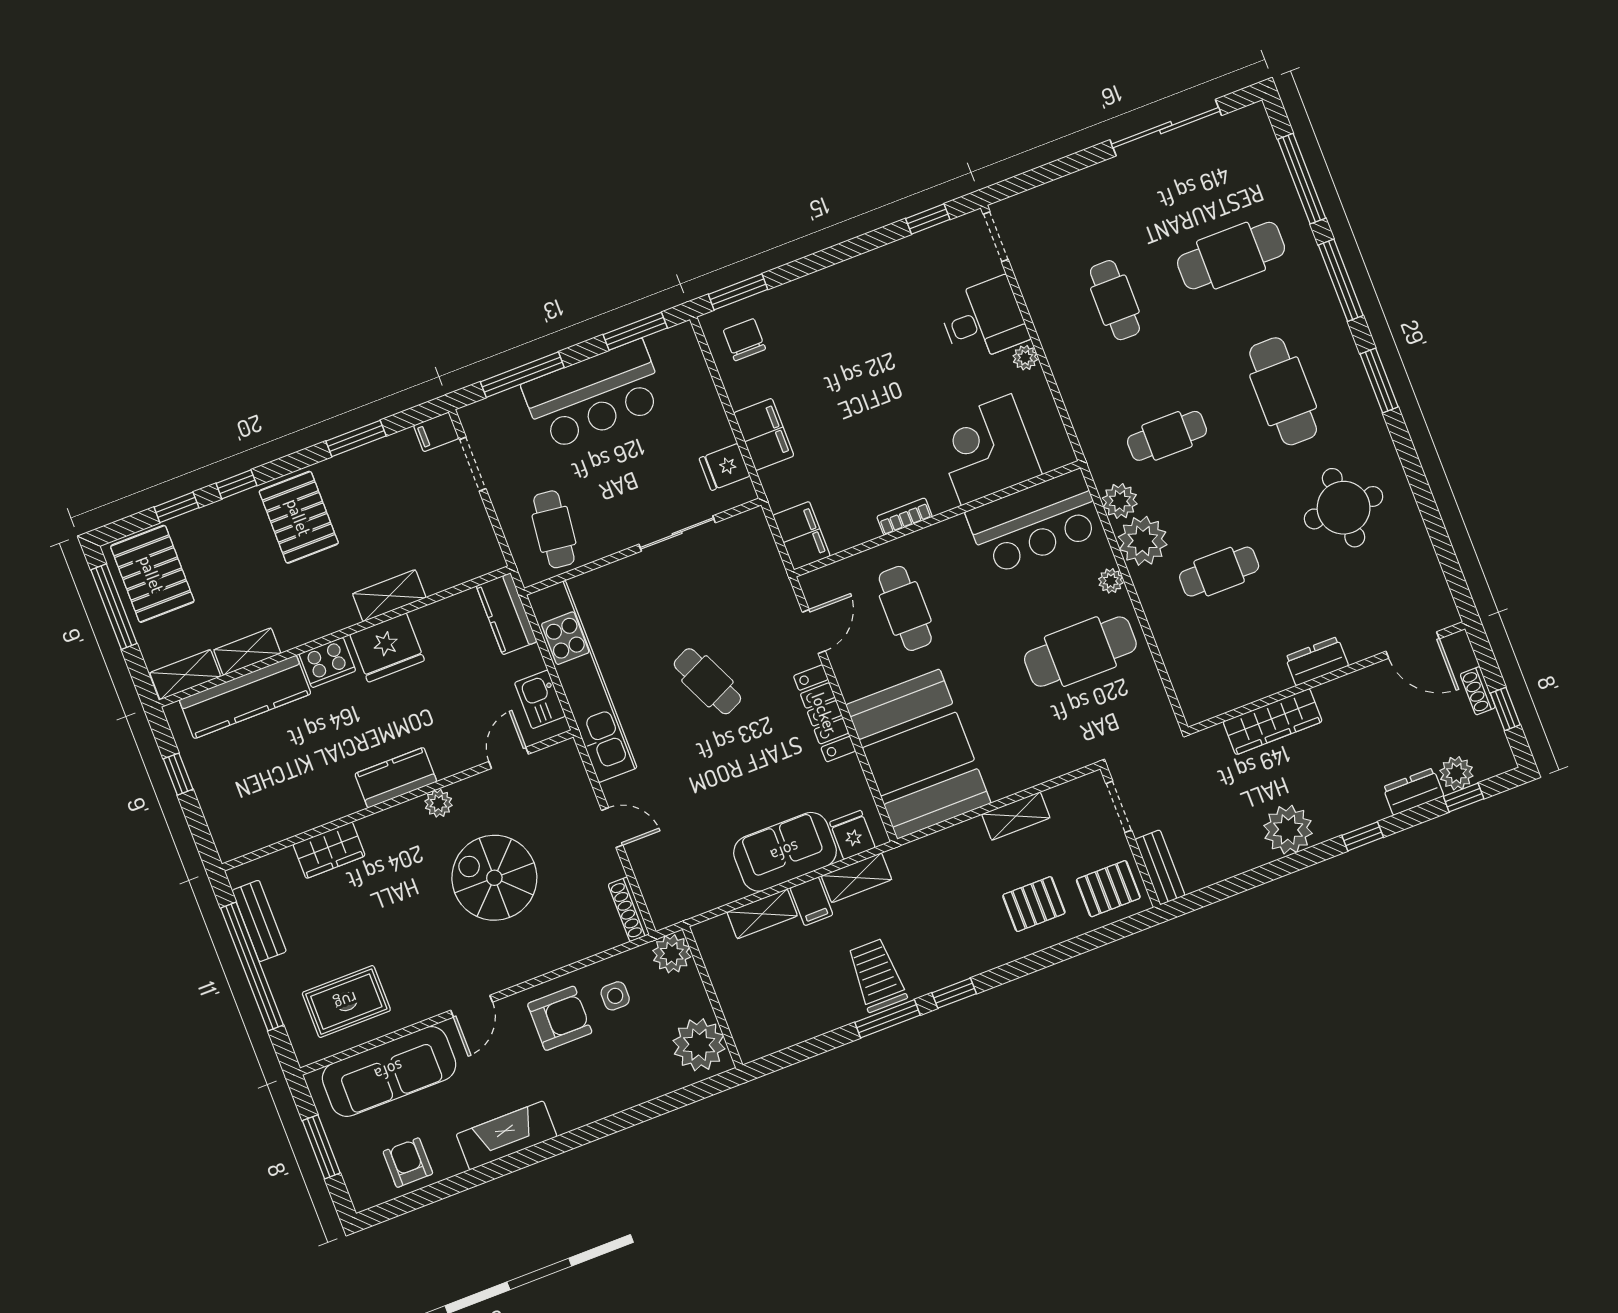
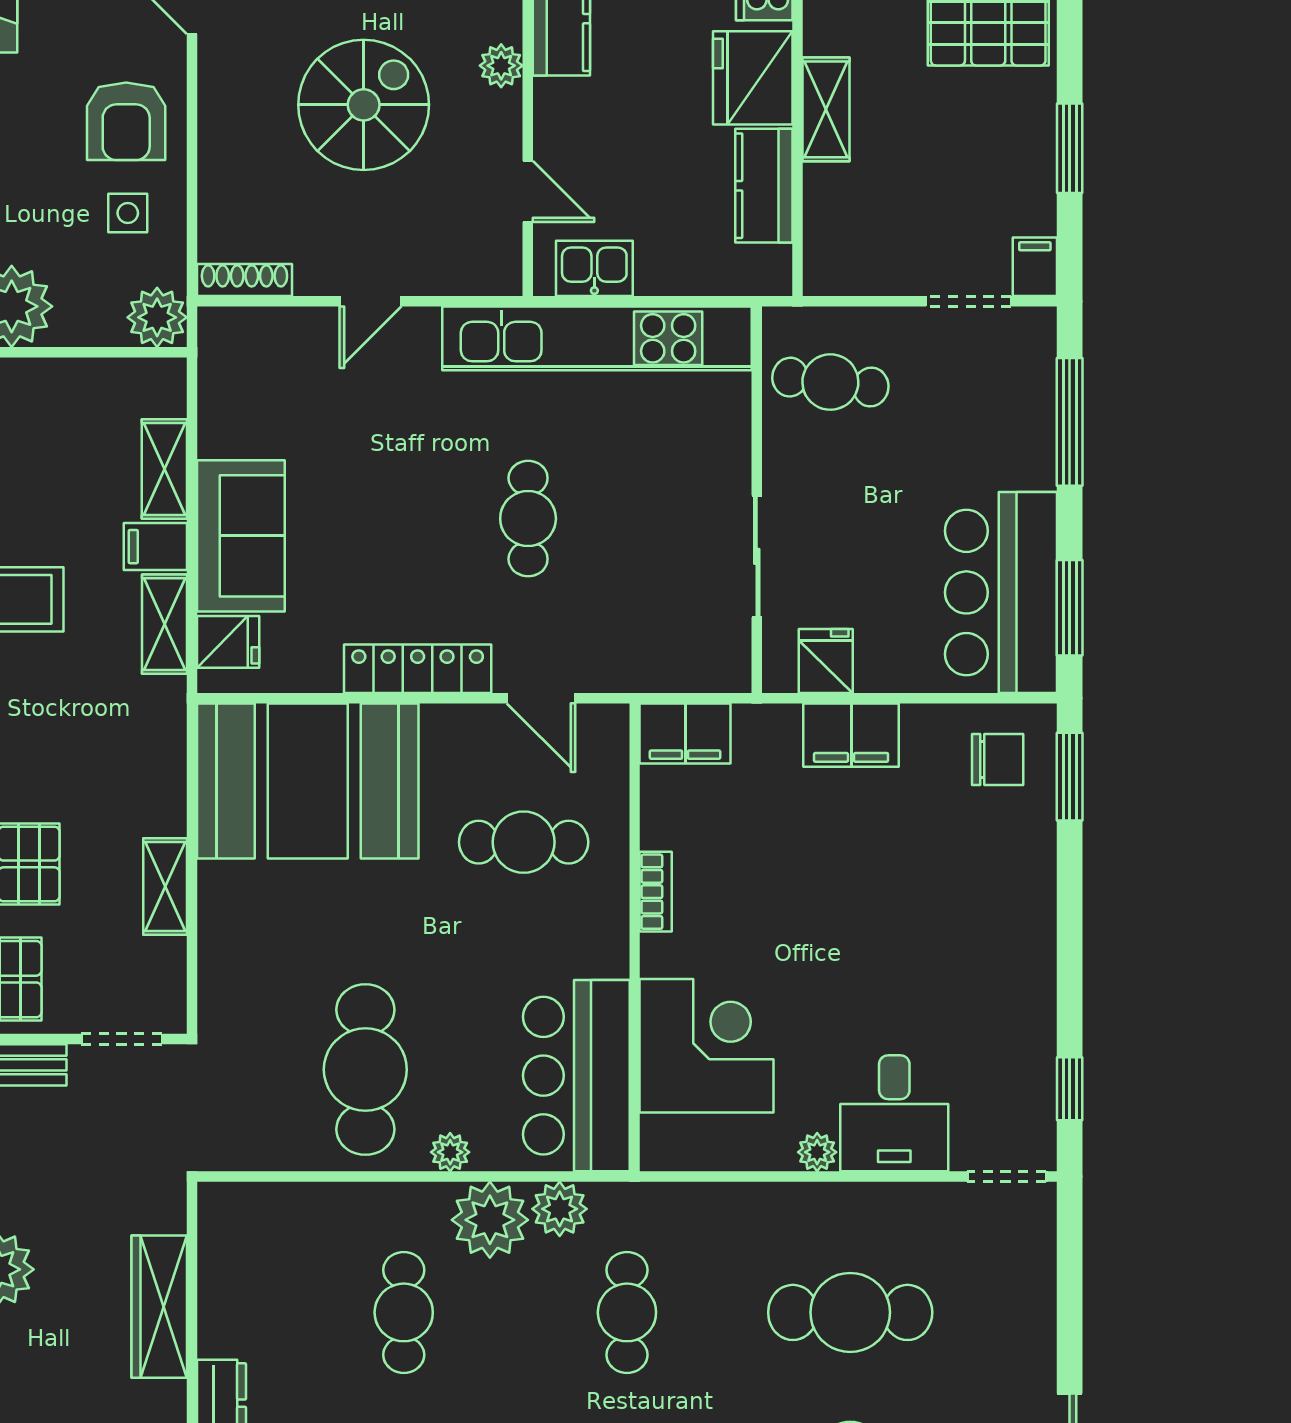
cafe table: (1115, 300) -> (850, 1312), width x1.37, depth x1.35
bar counter: (594, 395) -> (1001, 592), moved
kitchen counter: (507, 614) -> (764, 186), moved, turned -90
cafe table: (707, 681) -> (528, 519), turned -65

